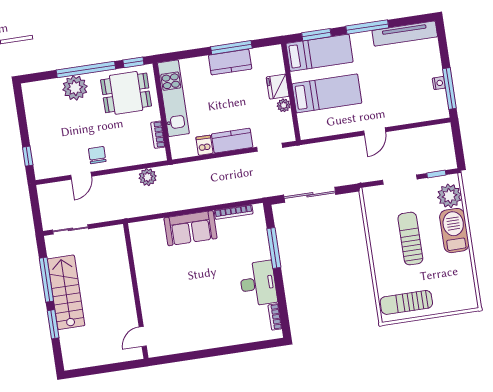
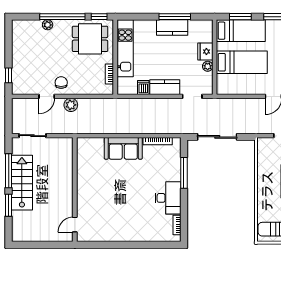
plant: (75, 88) -> (48, 25), width x0.53, depth x0.53
plant: (148, 177) -> (71, 105), moved

